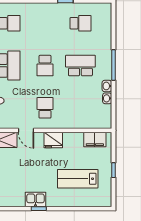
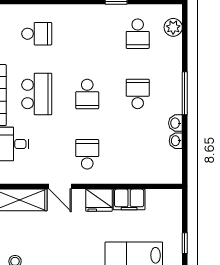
plant: (105, 19) -> (173, 27), added
school desk: (80, 23) -> (138, 34), turned 90
school desk: (80, 66) -> (138, 94), width x0.54
filing cabinet: (95, 140) -> (129, 199), moved

